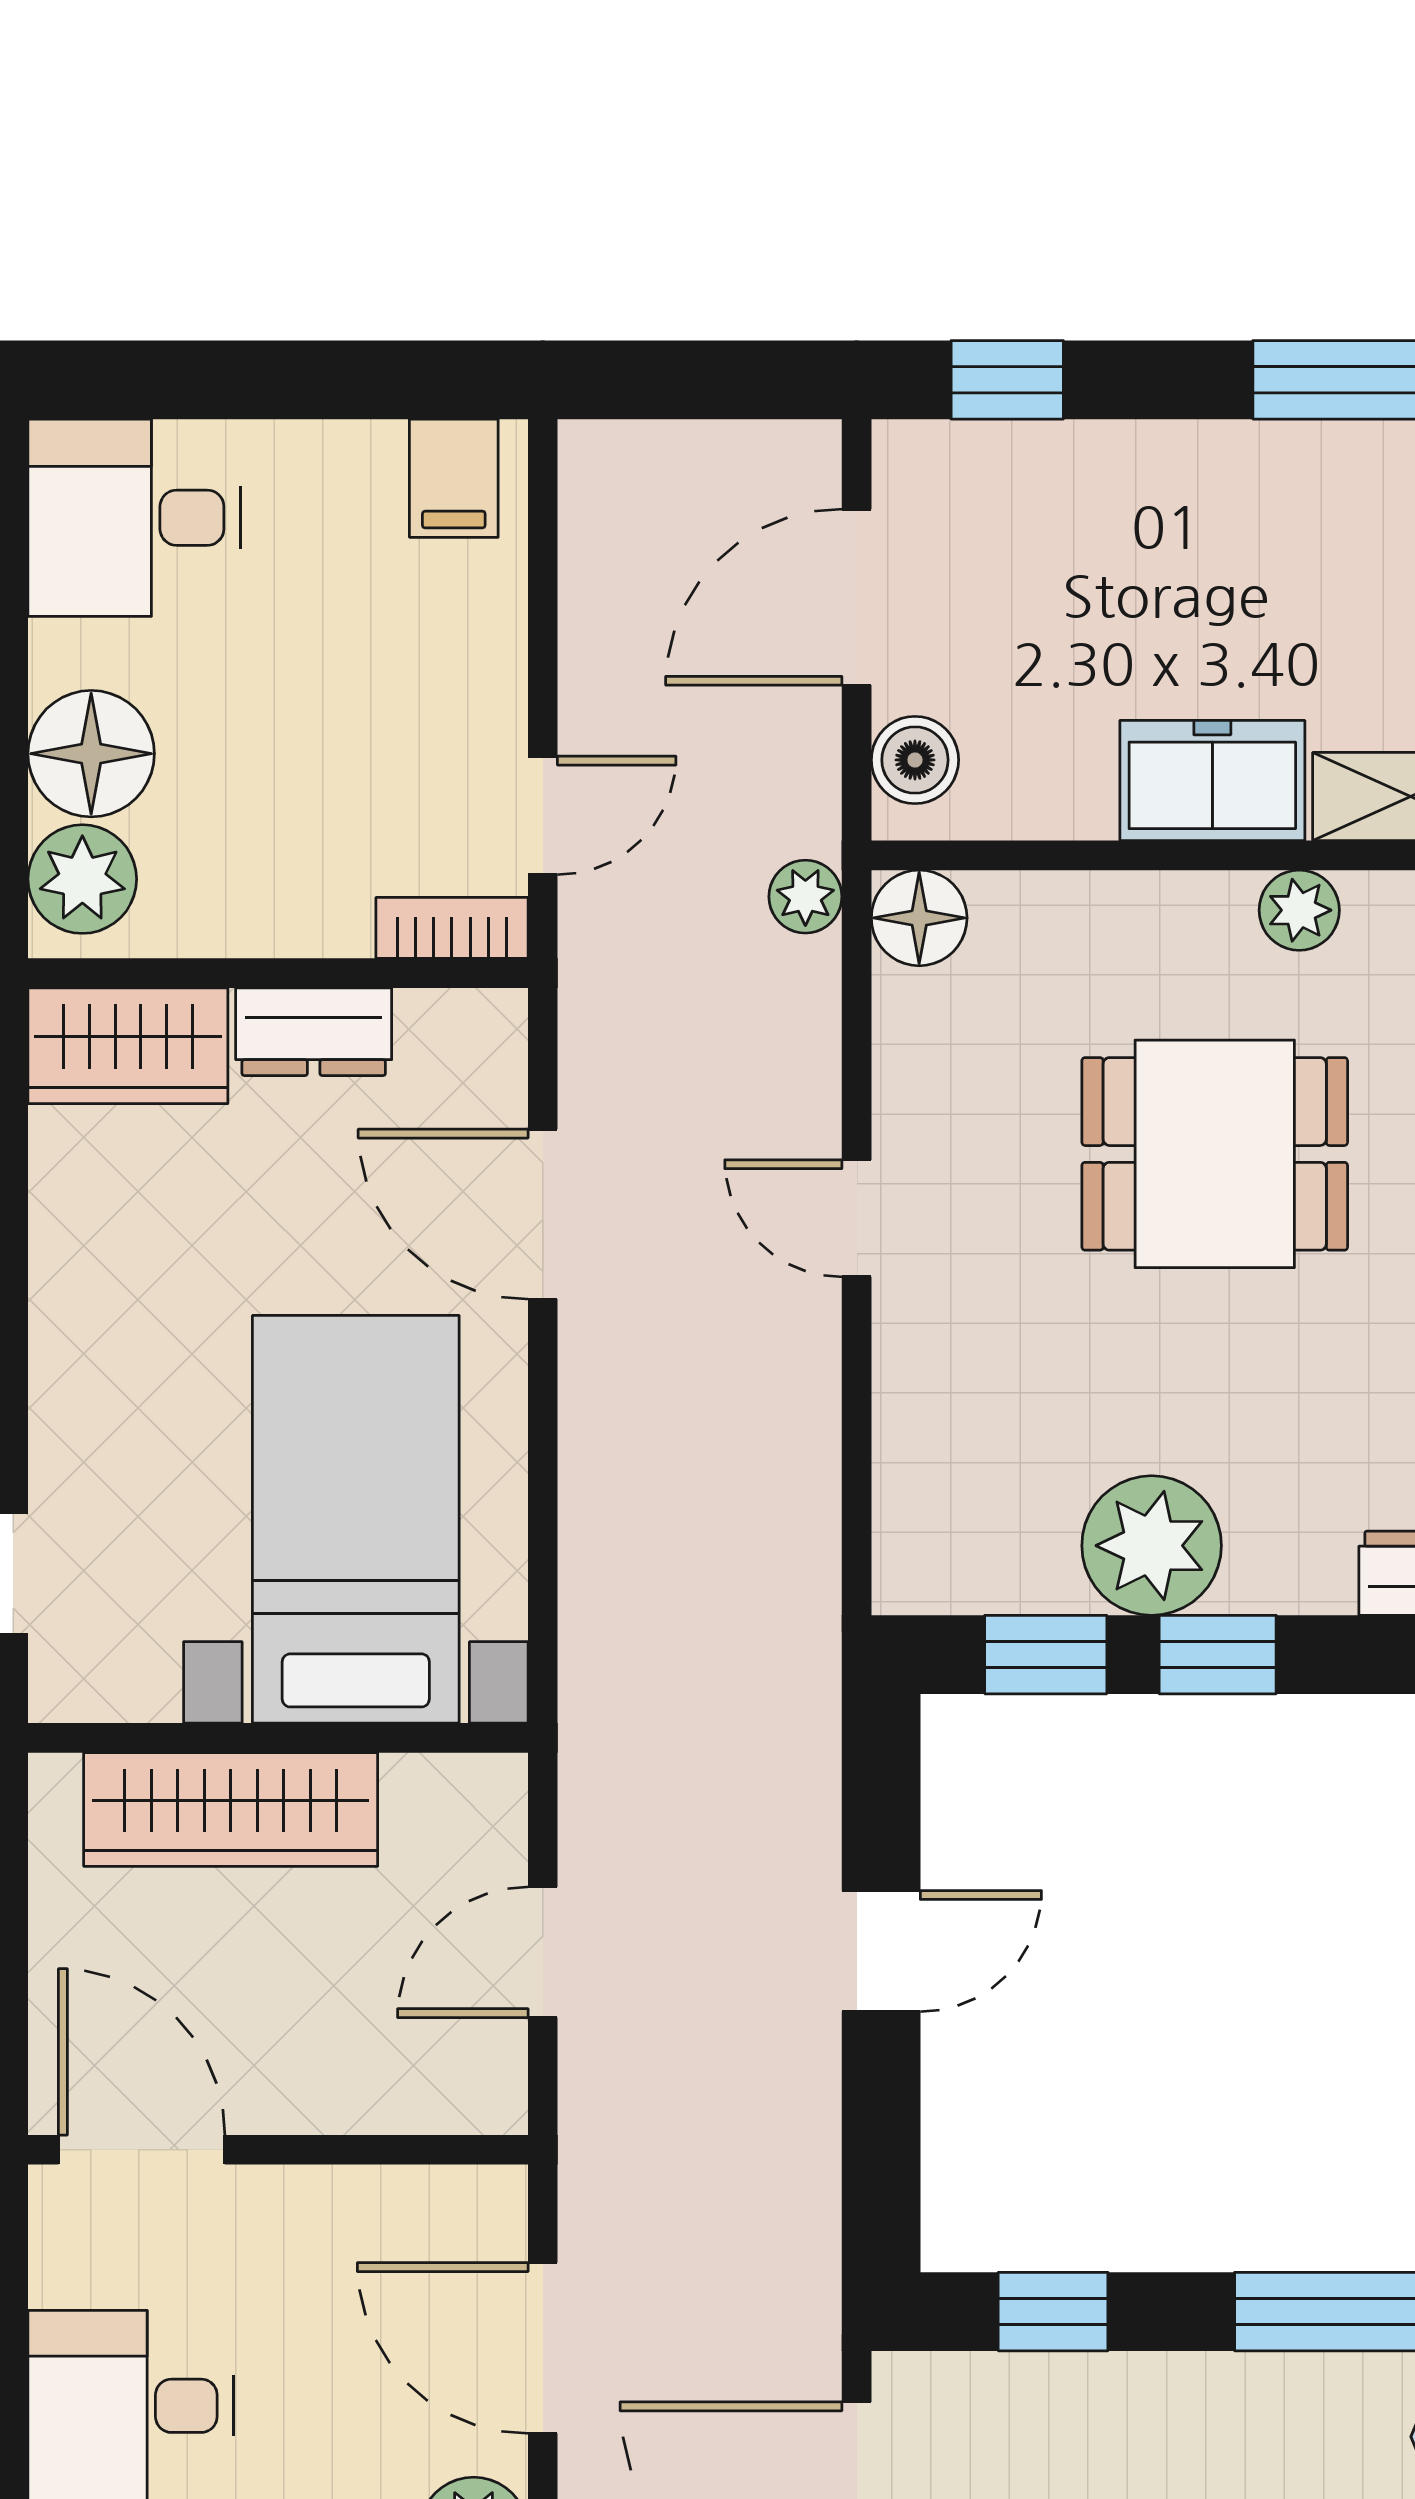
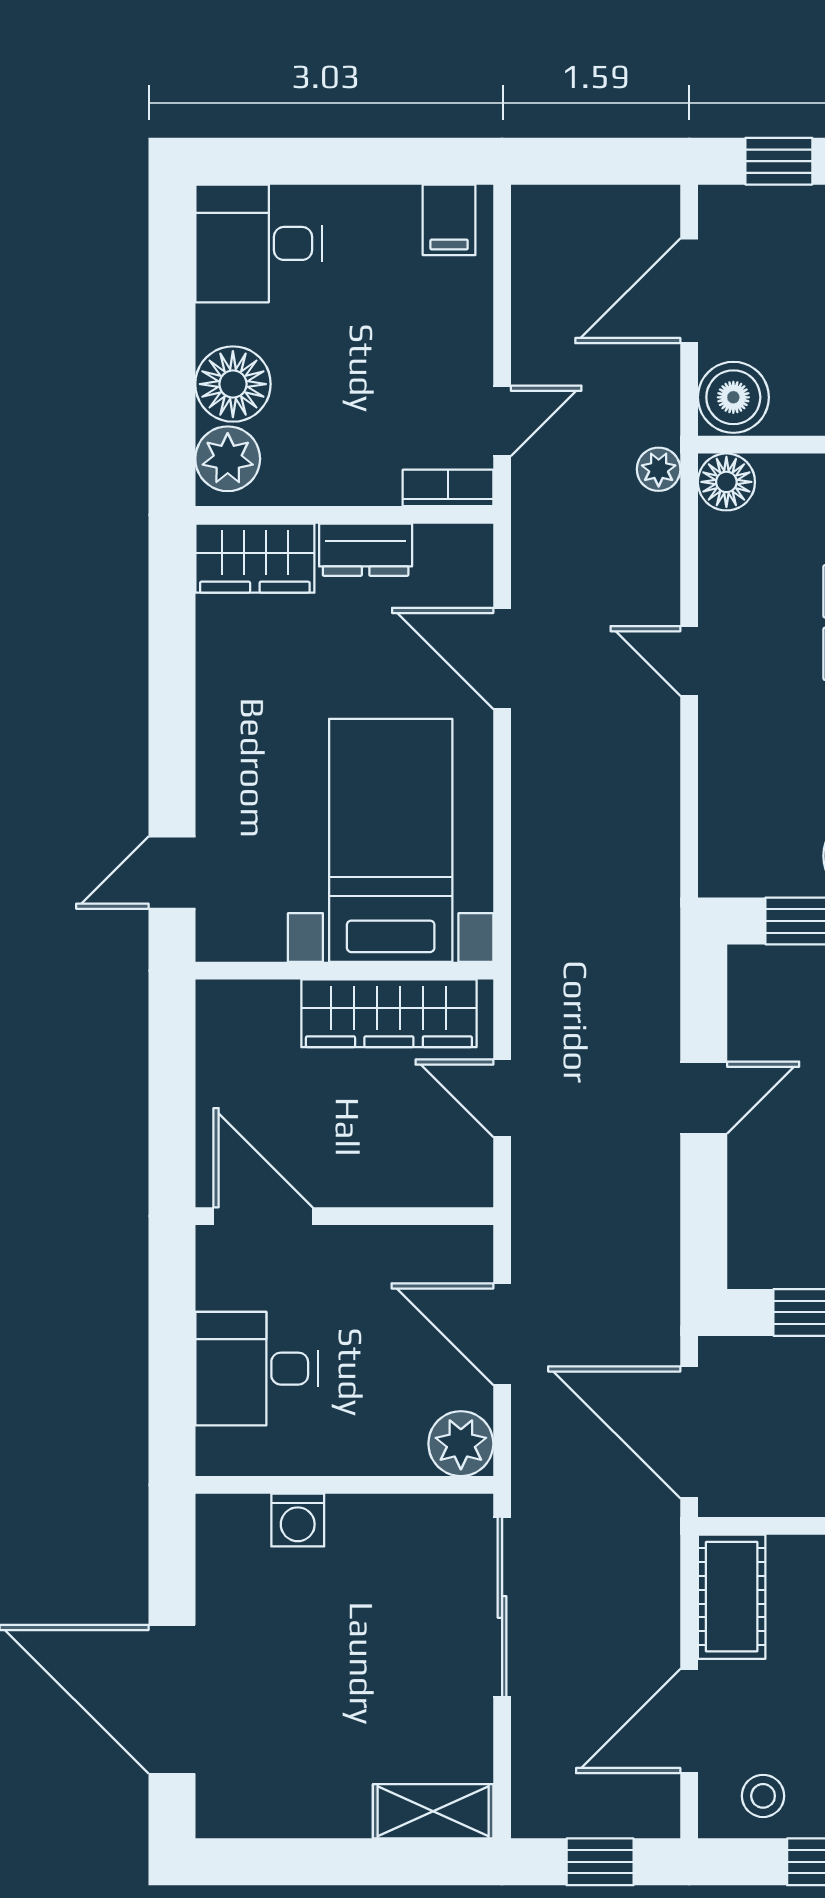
boiler: (915, 760) -> (733, 397), width x1.36, depth x1.36
wardrobe: (231, 1809) -> (389, 1013), moved
door: (543, 1952) -> (502, 1098), hinge flipped

